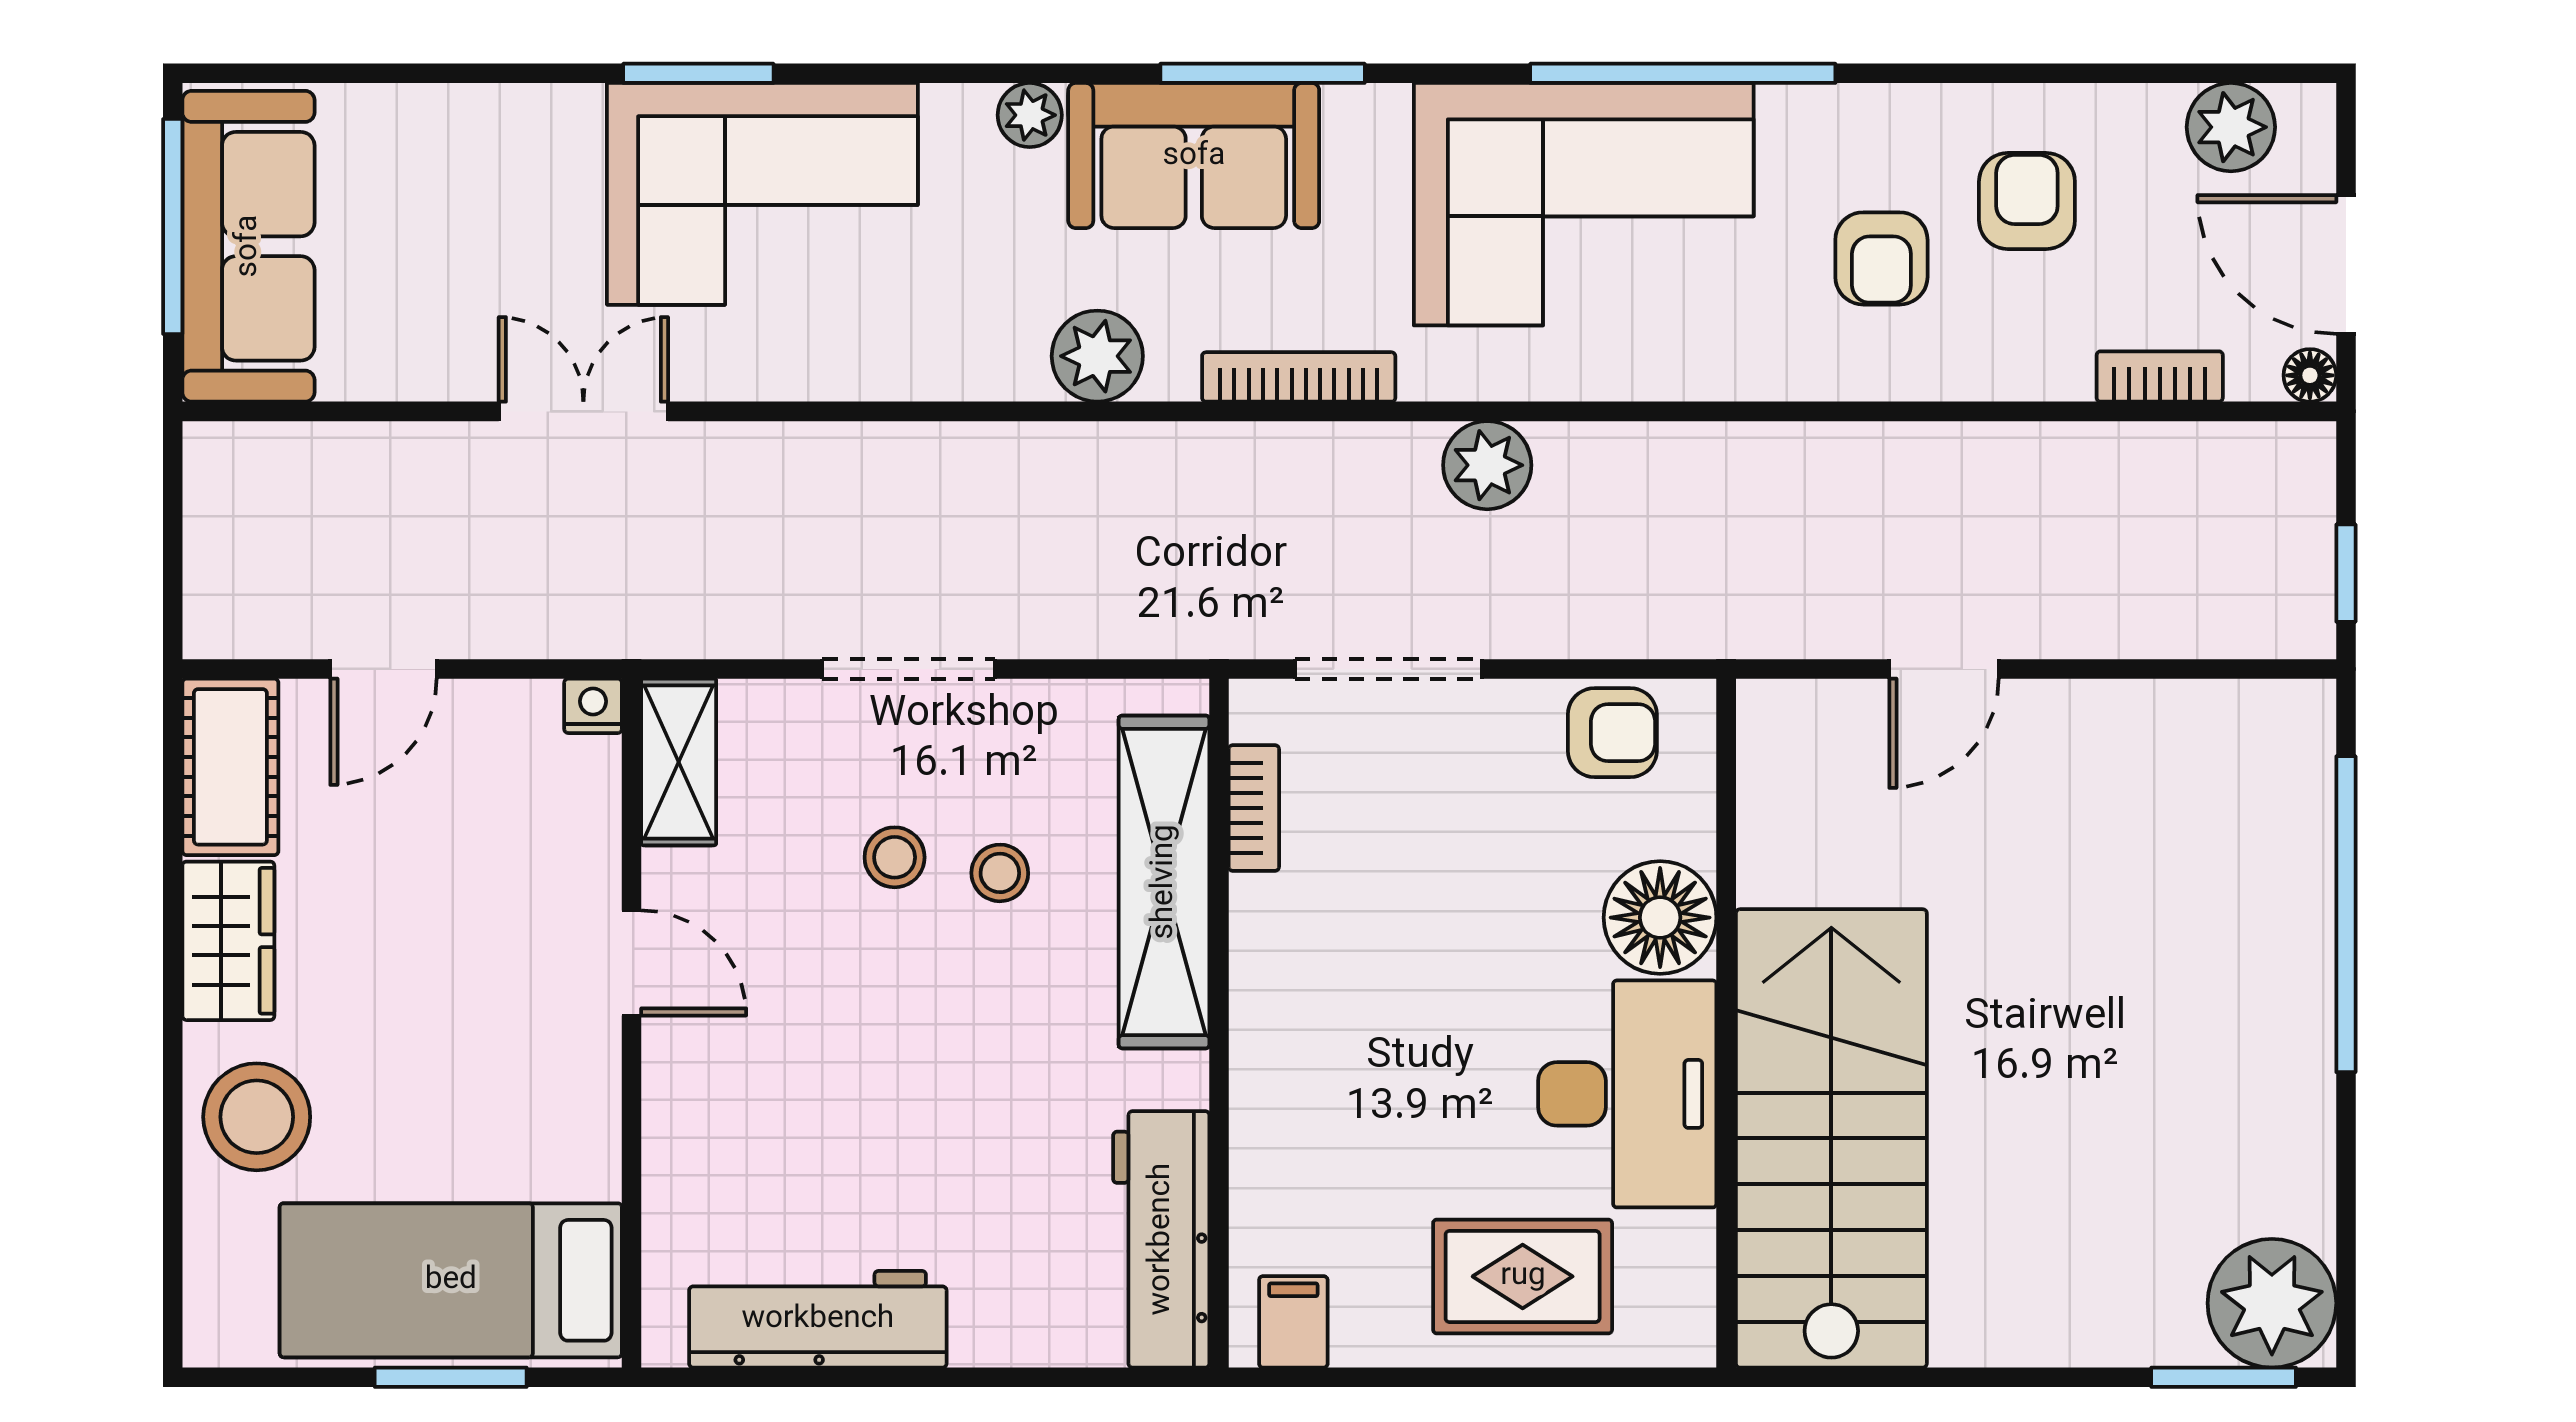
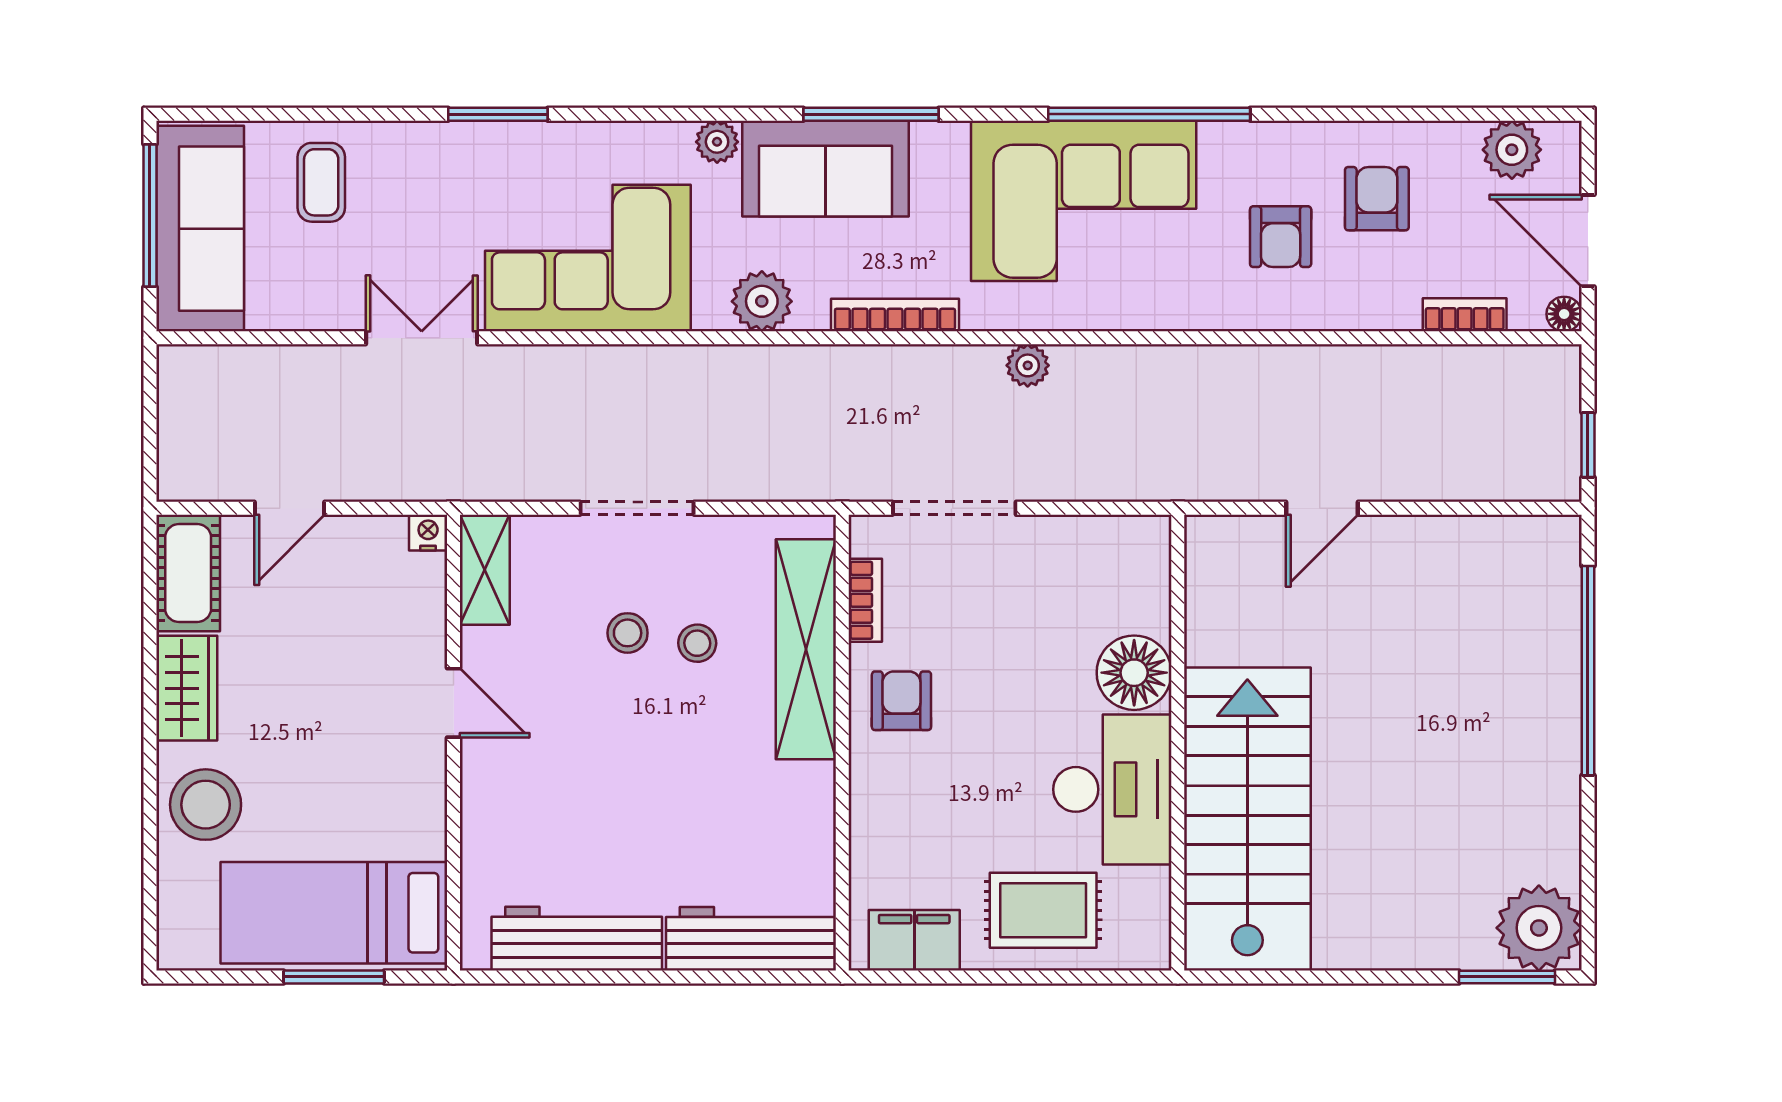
coffee table: (432, 176) -> (321, 182), added
corner sofa: (762, 194) -> (588, 258), moved, turned 180
plant: (1487, 465) -> (1028, 365), width x0.73, depth x0.73
armchair: (1612, 733) -> (901, 701), moved, turned -90
workbench: (1161, 1239) -> (751, 939), moved, turned 90
filing cabinet: (1293, 1322) -> (914, 940), width x2.00

